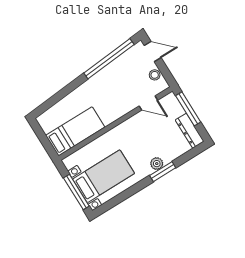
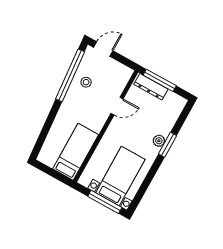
stool: (155, 75) -> (86, 82), moved
door: (148, 103) -> (117, 106), moved
dresser: (190, 131) -> (151, 87), moved

